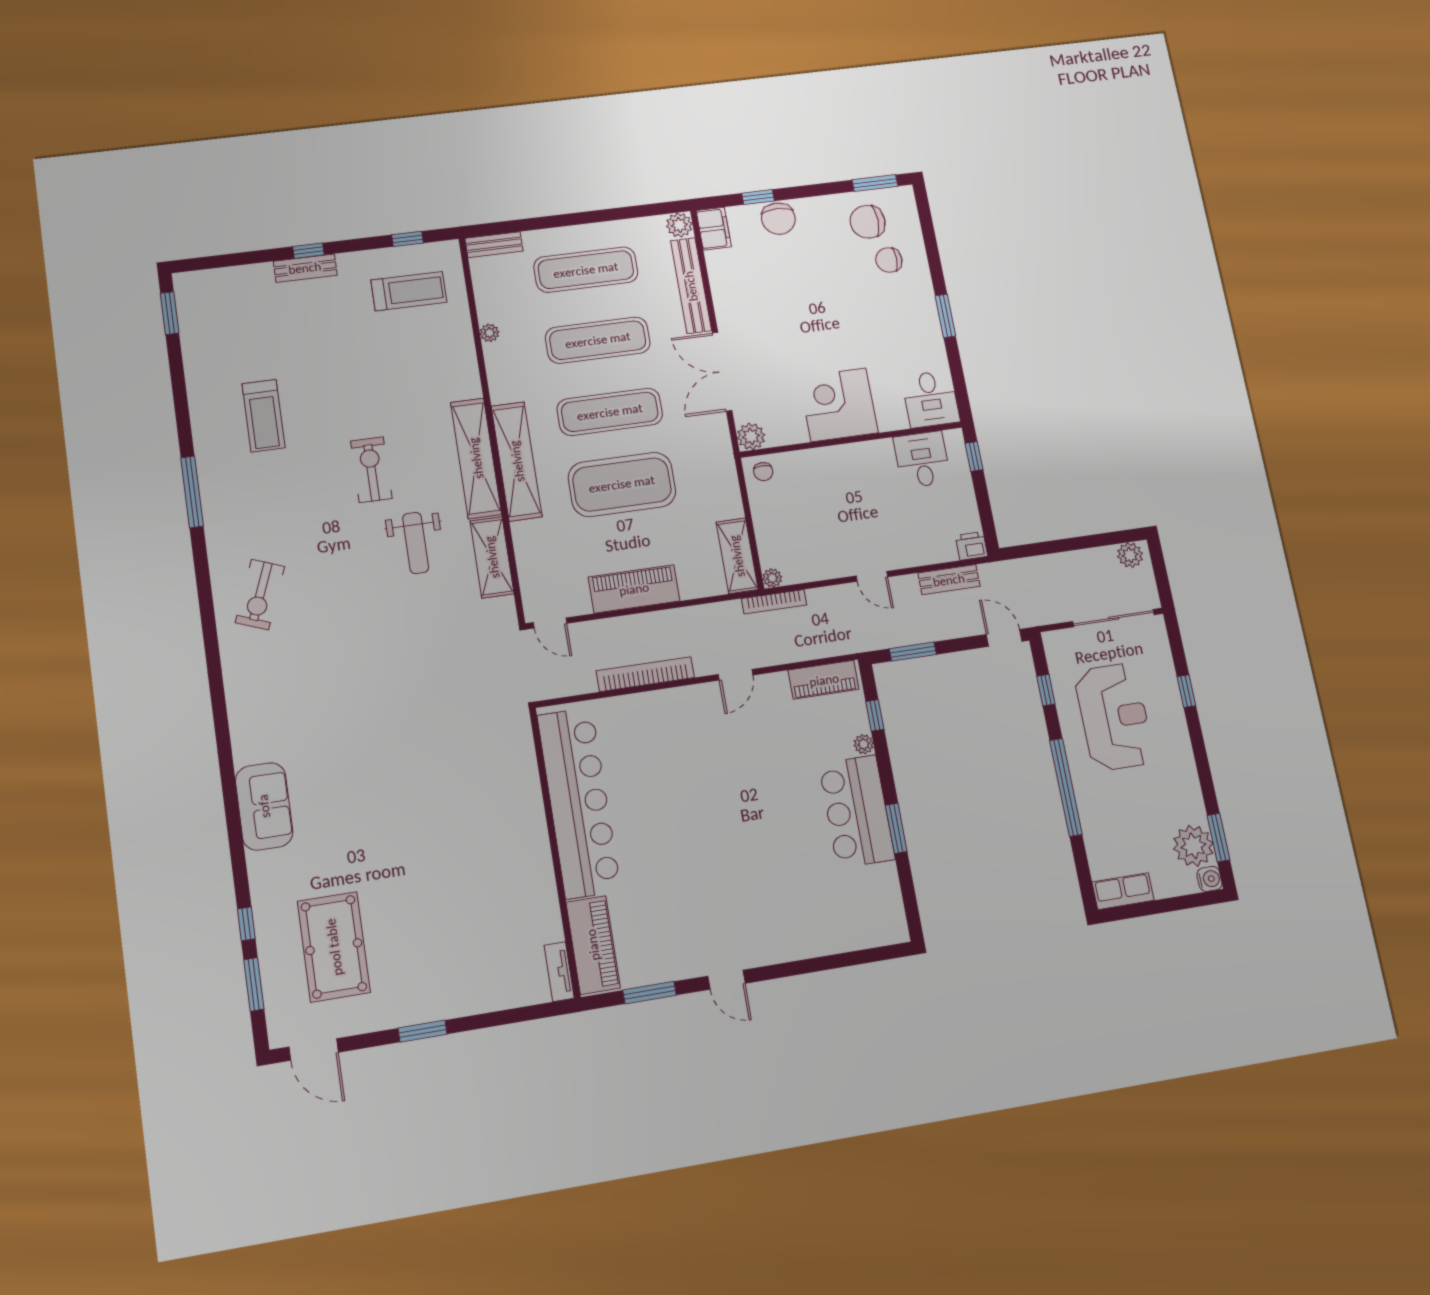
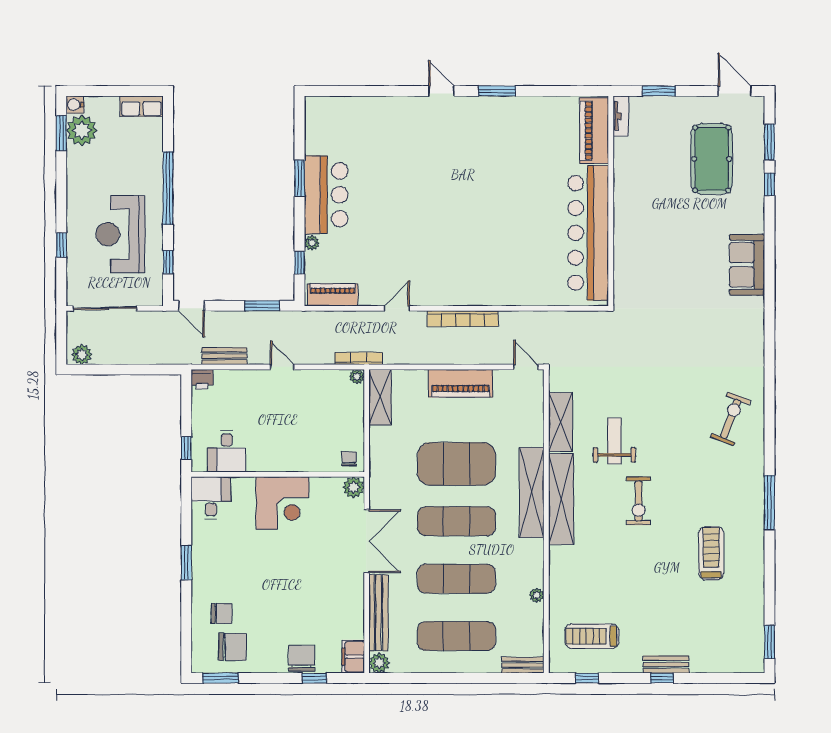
bar counter: (579, 802) -> (588, 233), moved
wall: (555, 851) -> (611, 201), moved
piano: (593, 945) -> (594, 131), moved
tv unit: (559, 972) -> (621, 116), moved

